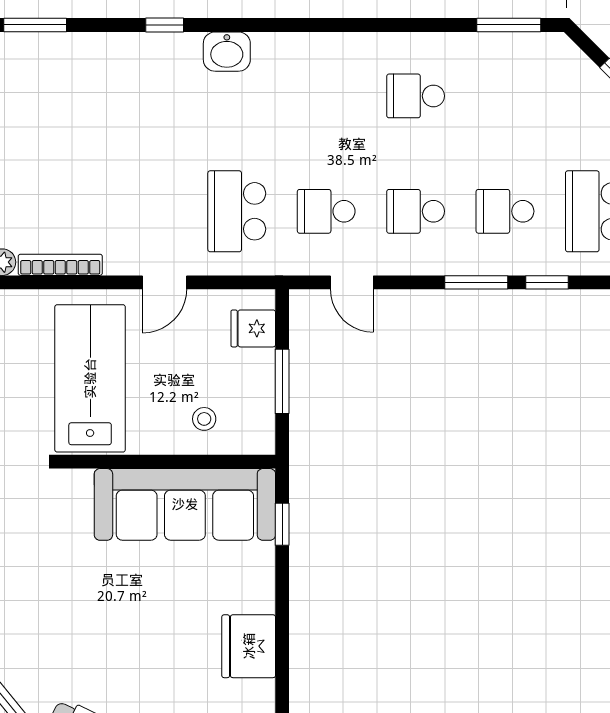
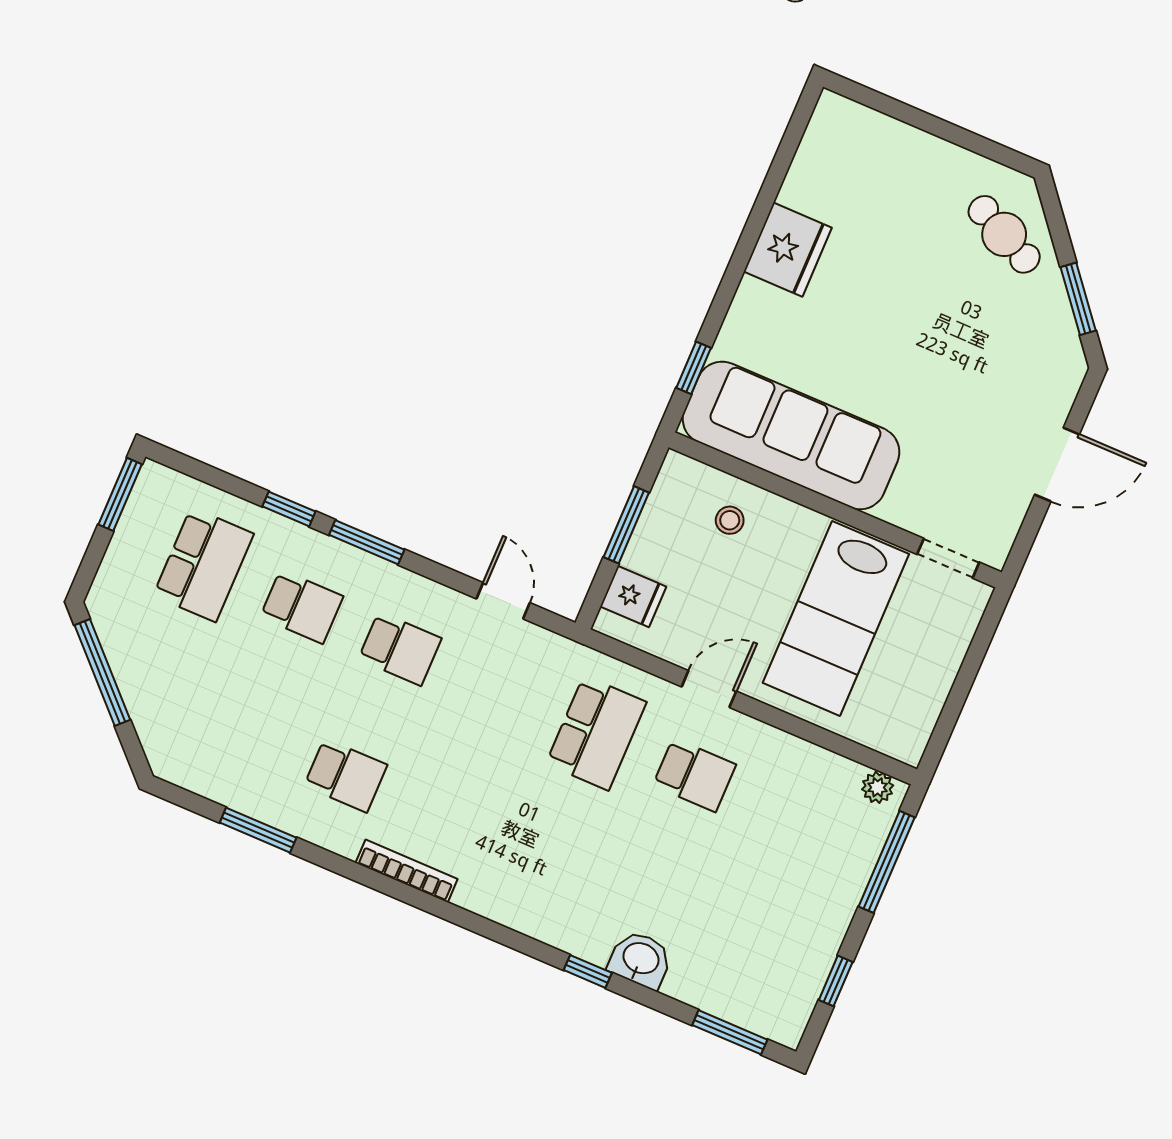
window: (509, 25) -> (258, 830), moved
washbasin: (227, 52) -> (640, 959), moved
school desk: (326, 211) -> (694, 775), moved
bookcase: (60, 265) -> (407, 871), moved, turned 180

